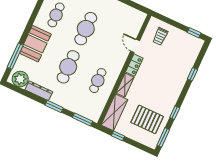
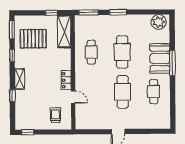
window: (15, 56) -> (172, 63), moved
shelving: (125, 85) -> (20, 79), moved
dresser: (39, 91) -> (138, 19), removed

